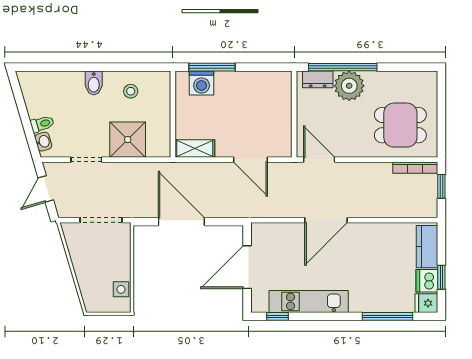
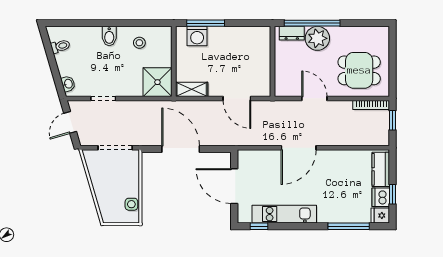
toilet: (42, 124) -> (60, 46), moved
shower: (128, 140) -> (157, 82), moved
door: (319, 160) -> (314, 98), moved
door: (247, 267) -> (234, 186), hinge flipped

